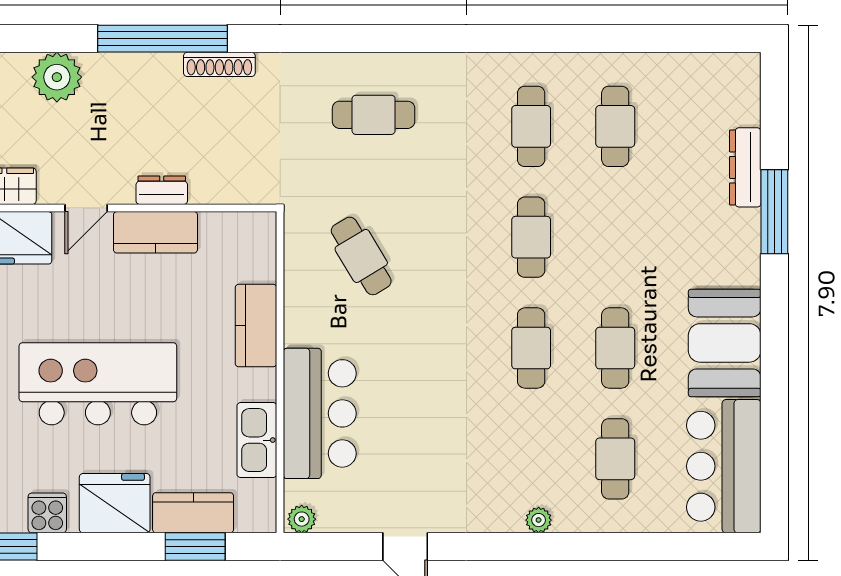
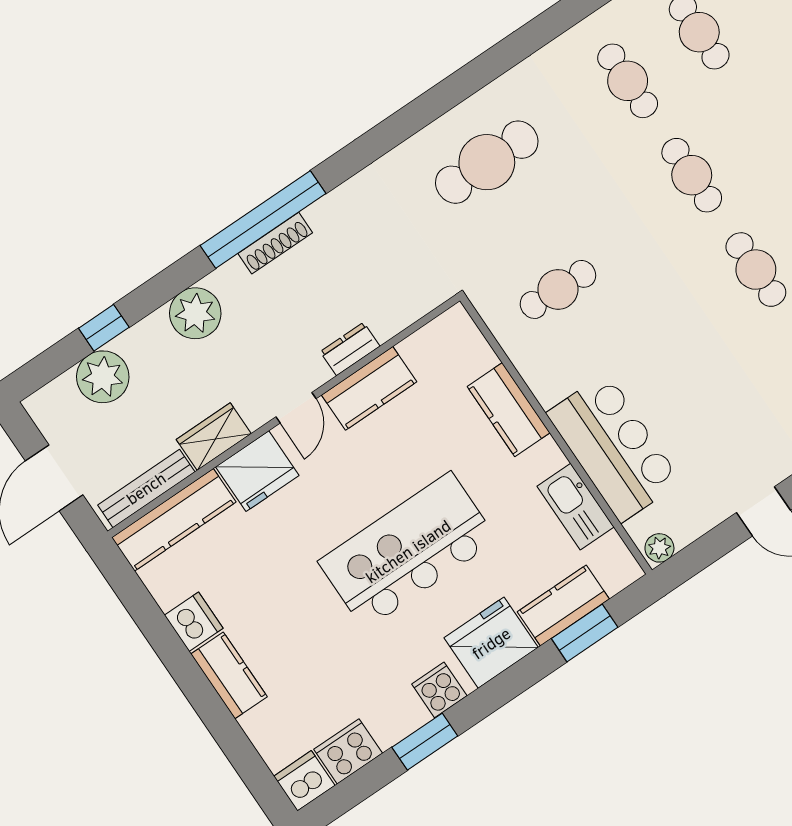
shoe rack: (219, 64) -> (275, 243), moved
cafe table: (374, 115) -> (487, 162), width x1.37, depth x1.35
cafe table: (361, 256) -> (558, 289), turned -57

